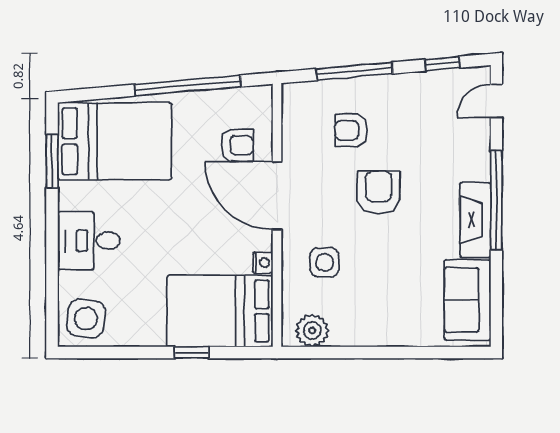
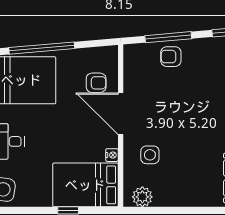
window: (188, 86) -> (42, 48), moved
armchair: (351, 130) -> (171, 57), moved
armchair: (379, 192) -> (183, 112), removed

